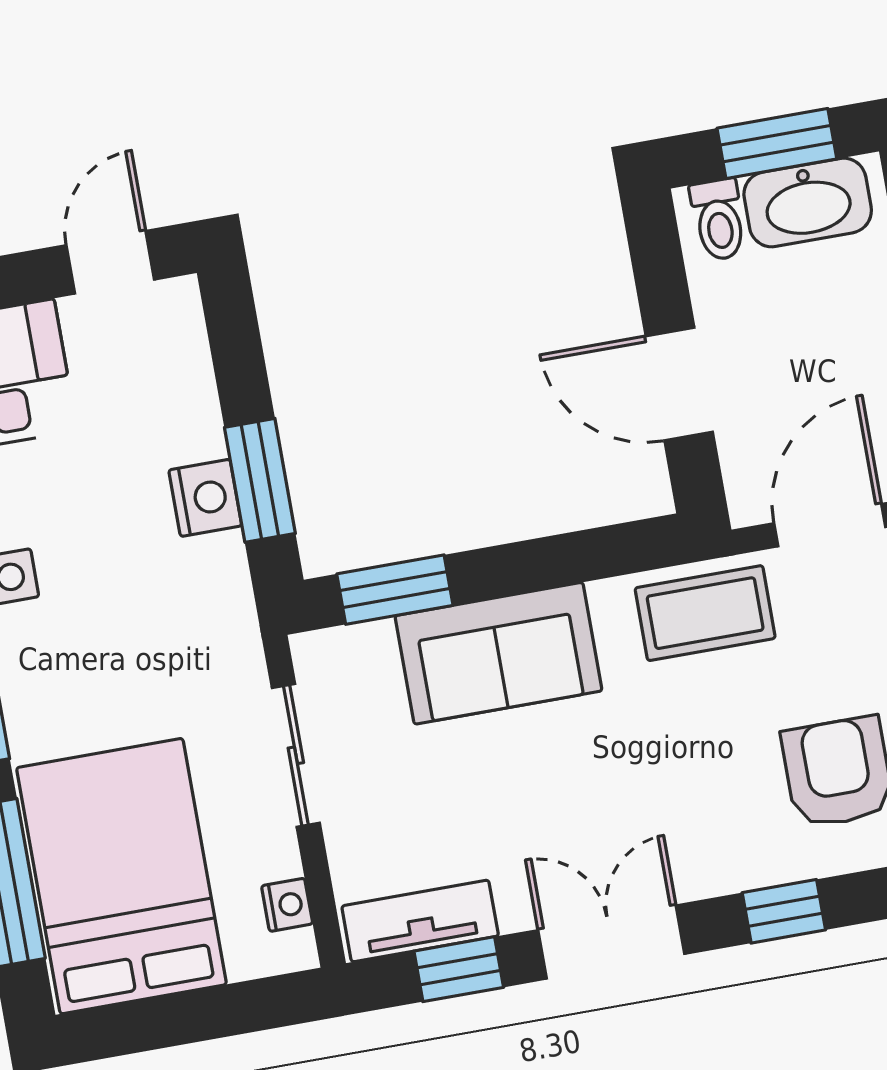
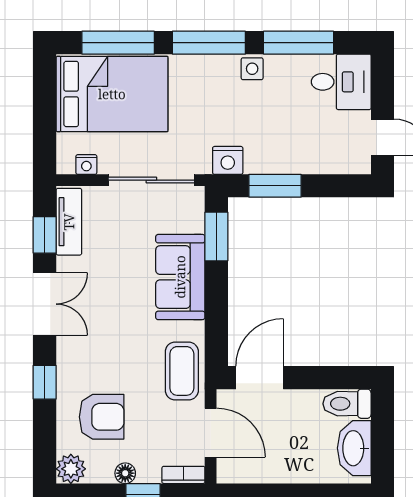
window: (777, 144) -> (383, 439), removed
toilet: (719, 220) -> (347, 404), width x1.37, depth x1.39
door: (679, 384) -> (260, 378), moved
nightstand: (205, 498) -> (228, 160), moved
sliding door: (296, 755) -> (151, 180), width x1.37

